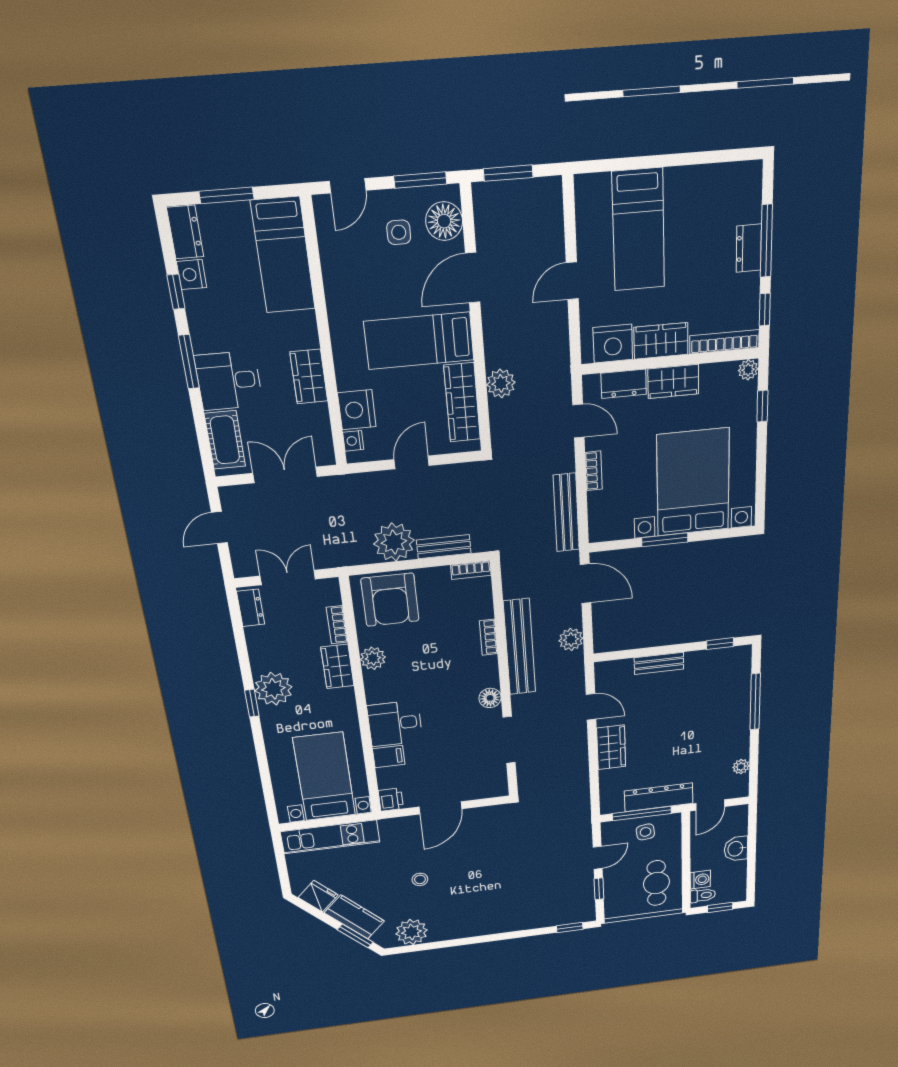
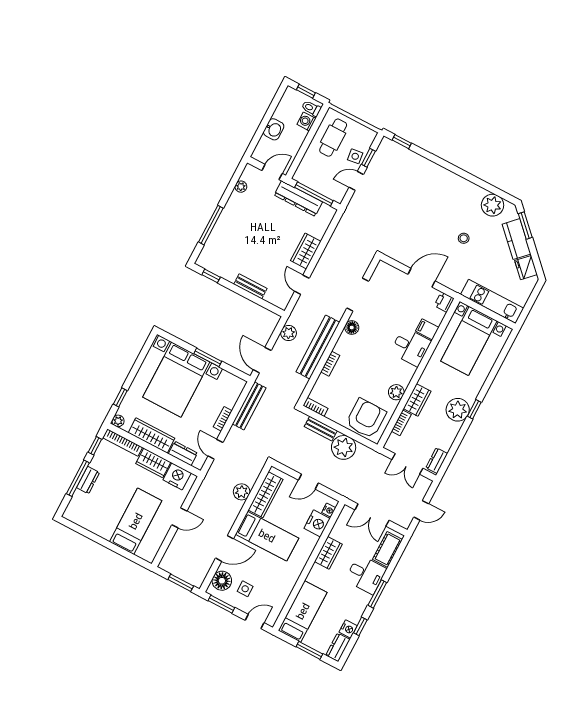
wardrobe: (673, 381) -> (152, 435), width x1.50
side table: (645, 832) -> (355, 156), moved

